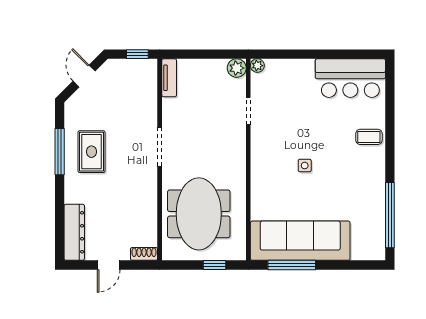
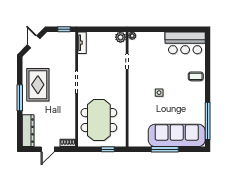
window: (60, 152) -> (20, 98), moved
rug: (91, 152) -> (38, 85), width x1.36, depth x1.43
sofa: (300, 241) -> (177, 135), moved
window: (292, 265) -> (165, 149), moved

